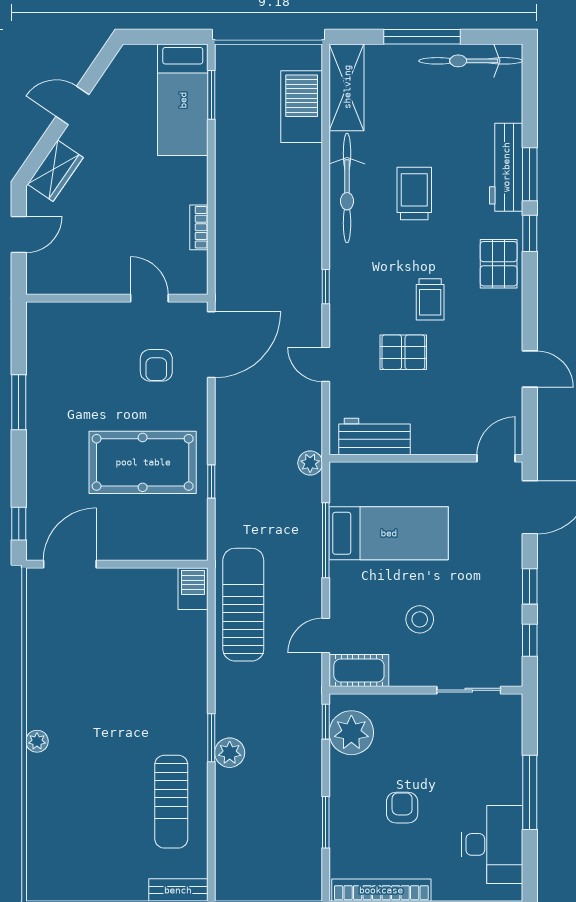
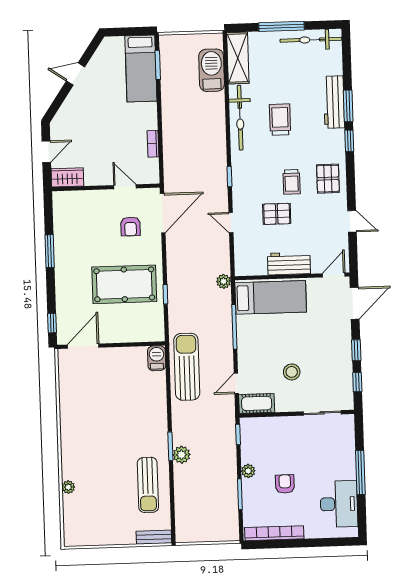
wardrobe: (55, 171) -> (67, 177), moved, turned -124
pallet: (499, 264) -> (328, 179), moved
workbench: (374, 436) -> (289, 263), moved
bed: (389, 533) -> (271, 297), moved
plant: (351, 733) -> (248, 471), moved, width x0.53, depth x0.53
plant: (37, 741) -> (68, 487), moved

